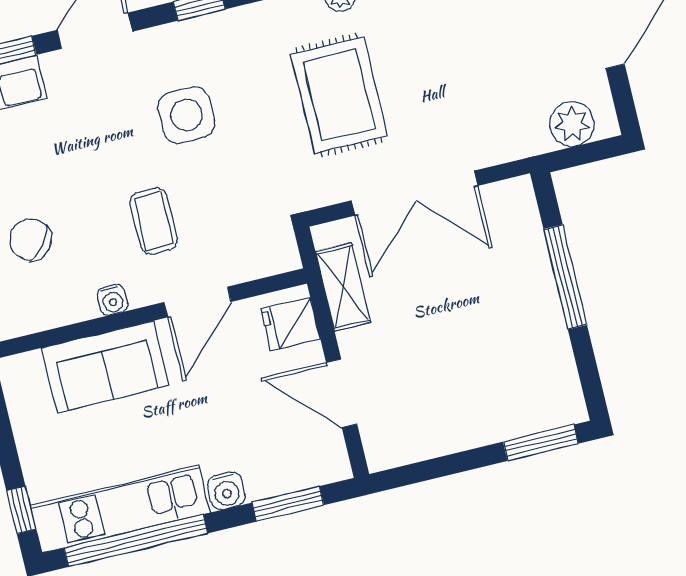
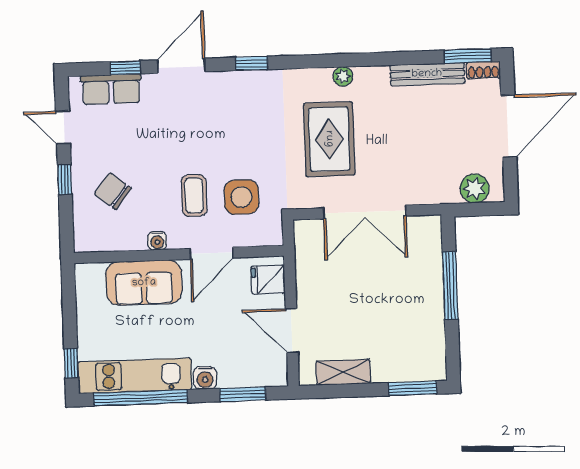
side table: (186, 115) -> (241, 197), moved
shelving: (343, 287) -> (343, 372), moved, turned 90

